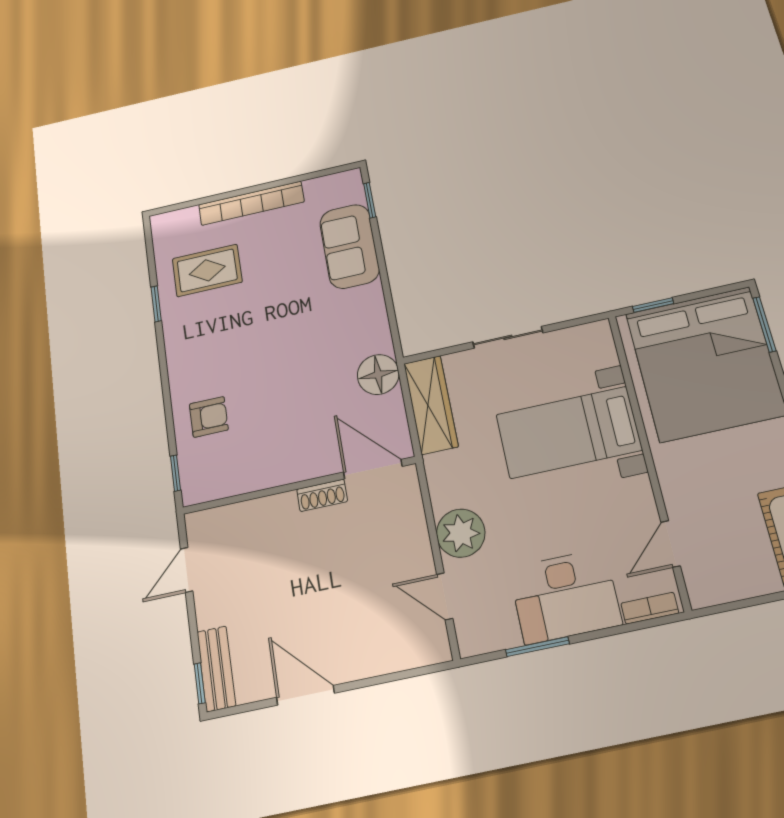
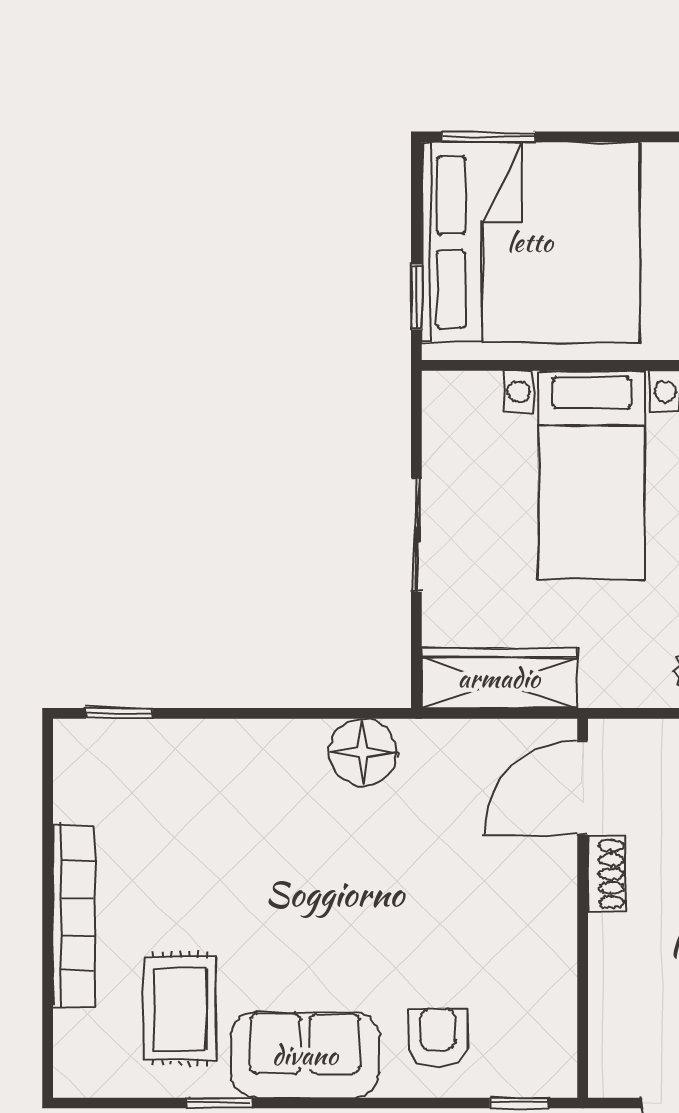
sofa: (350, 246) -> (305, 1055), moved, turned 180
floor lamp: (378, 374) -> (363, 753), moved

